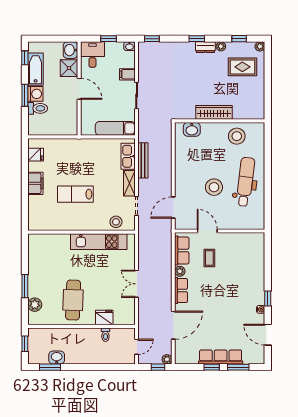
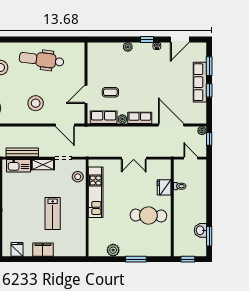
stool: (214, 187) -> (36, 103), moved
plant: (260, 277) -> (128, 47), added
plant: (35, 305) -> (113, 250), moved

